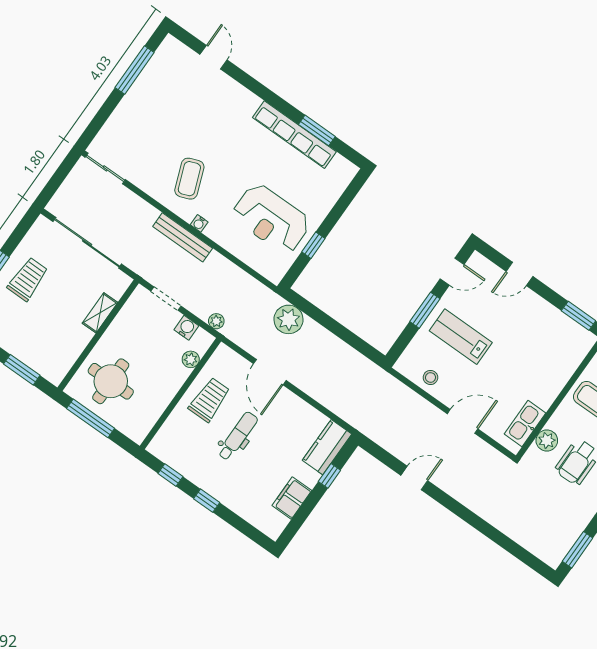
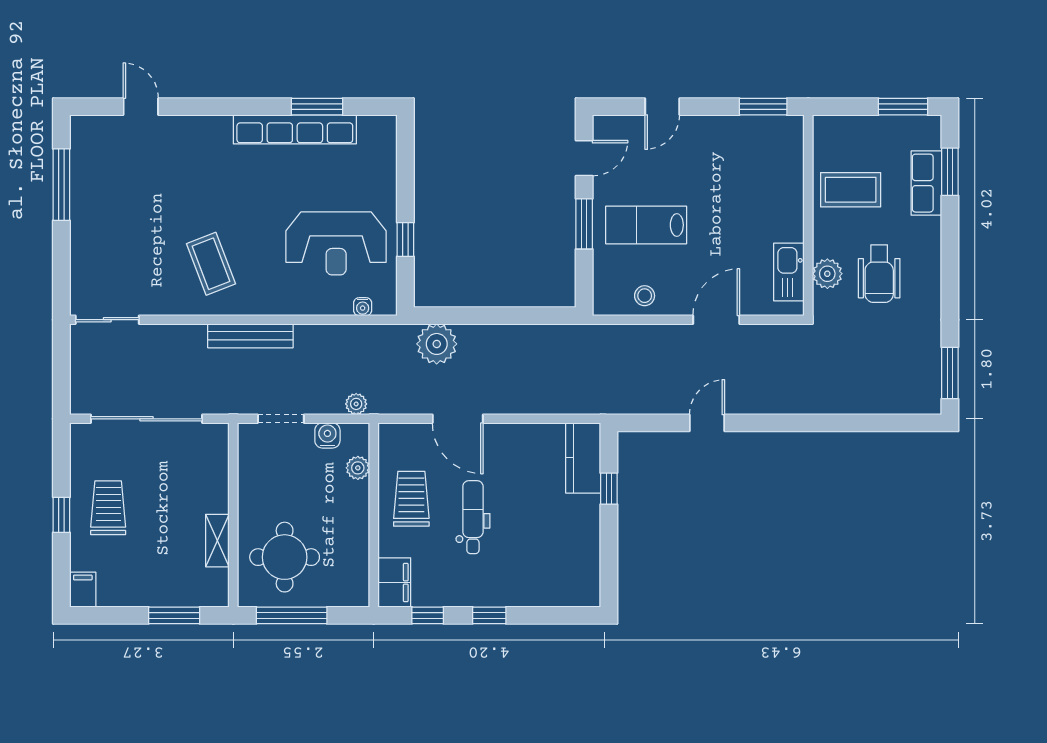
water cooler: (199, 223) -> (363, 307), moved
shelving: (100, 313) -> (217, 541), moved
filing cabinet: (292, 498) -> (394, 582), moved, turned 180

